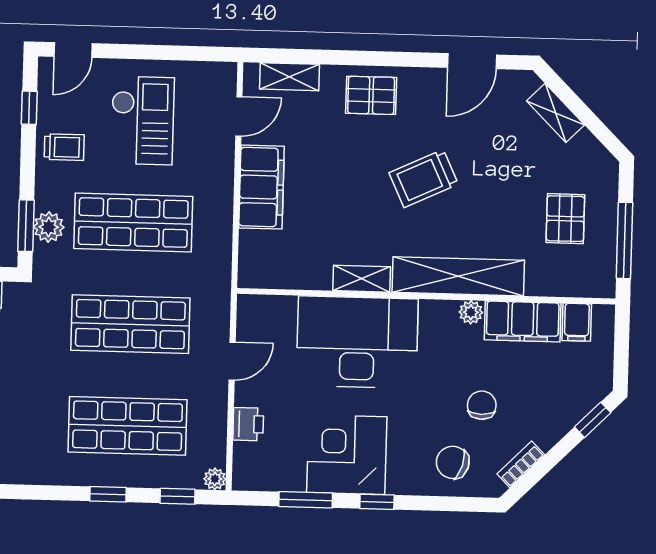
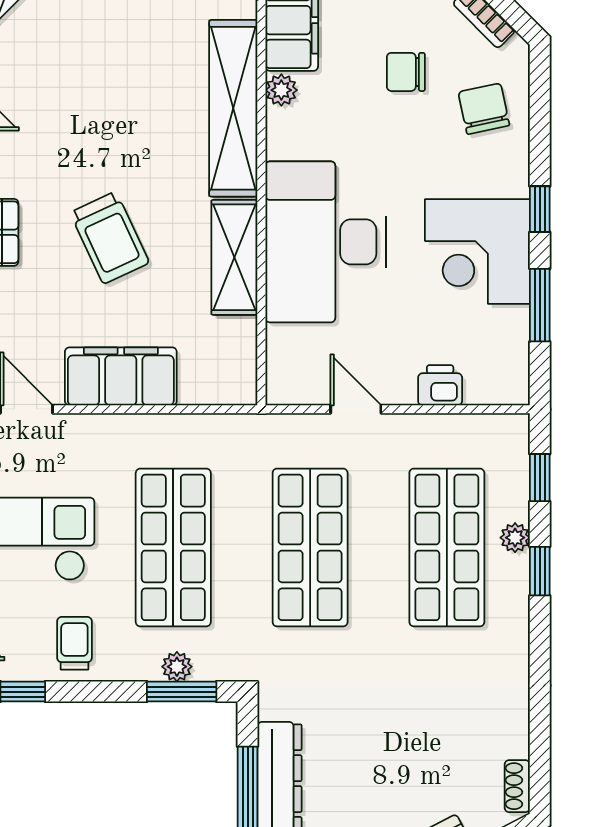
trolley: (424, 178) -> (110, 238), moved
plant: (49, 227) -> (177, 667), width x0.73, depth x0.73
shelving: (362, 279) -> (234, 257), width x1.50, depth x1.33
chair: (453, 462) -> (484, 109), turned 151
plant: (215, 479) -> (515, 538), moved

